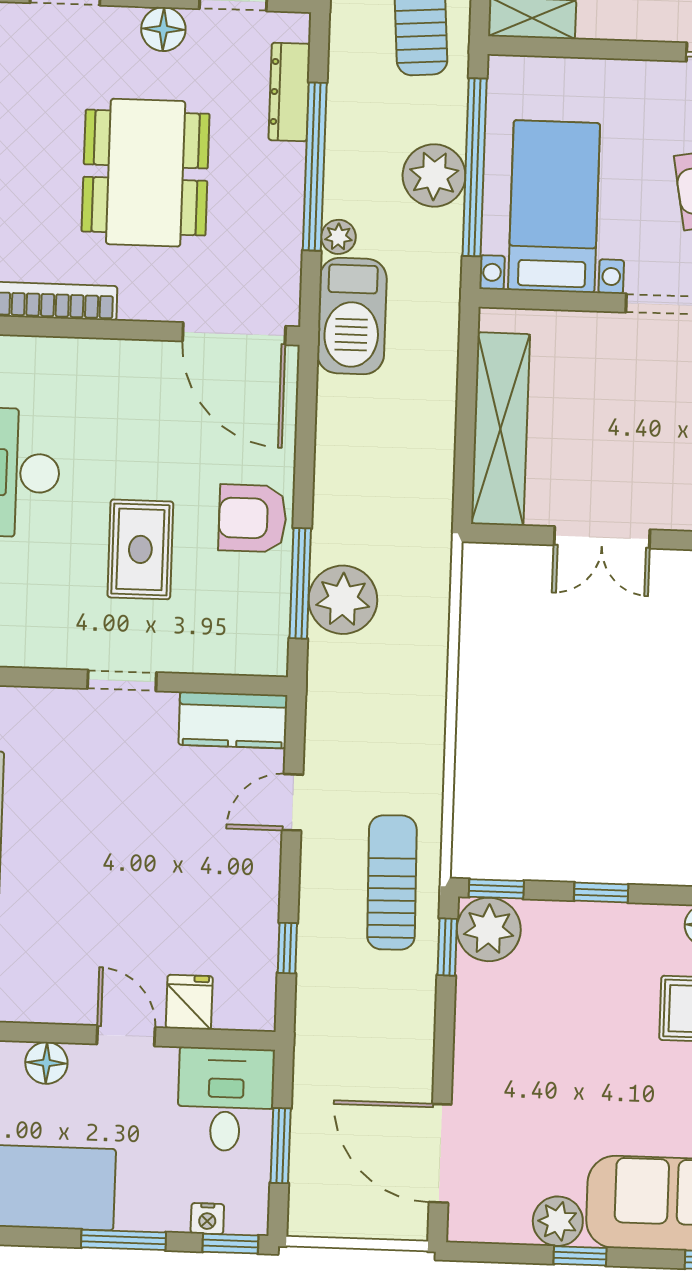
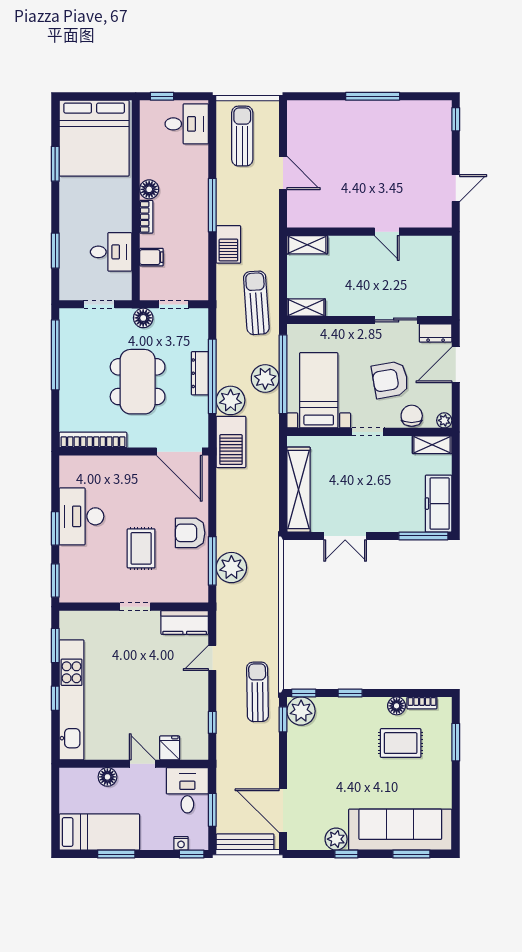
dresser: (289, 92) -> (200, 373), moved
plant: (338, 237) -> (231, 400), width x1.87, depth x1.87
bench: (352, 1221) -> (245, 842), added
window: (123, 1240) -> (116, 854), moved

